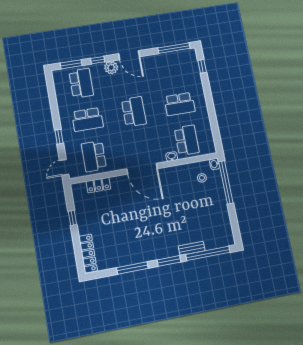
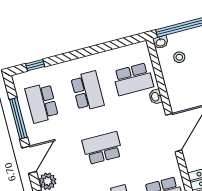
window: (174, 48) -> (18, 118), moved
school desk: (173, 69) -> (42, 103), added
school desk: (187, 140) -> (133, 79), turned 180

